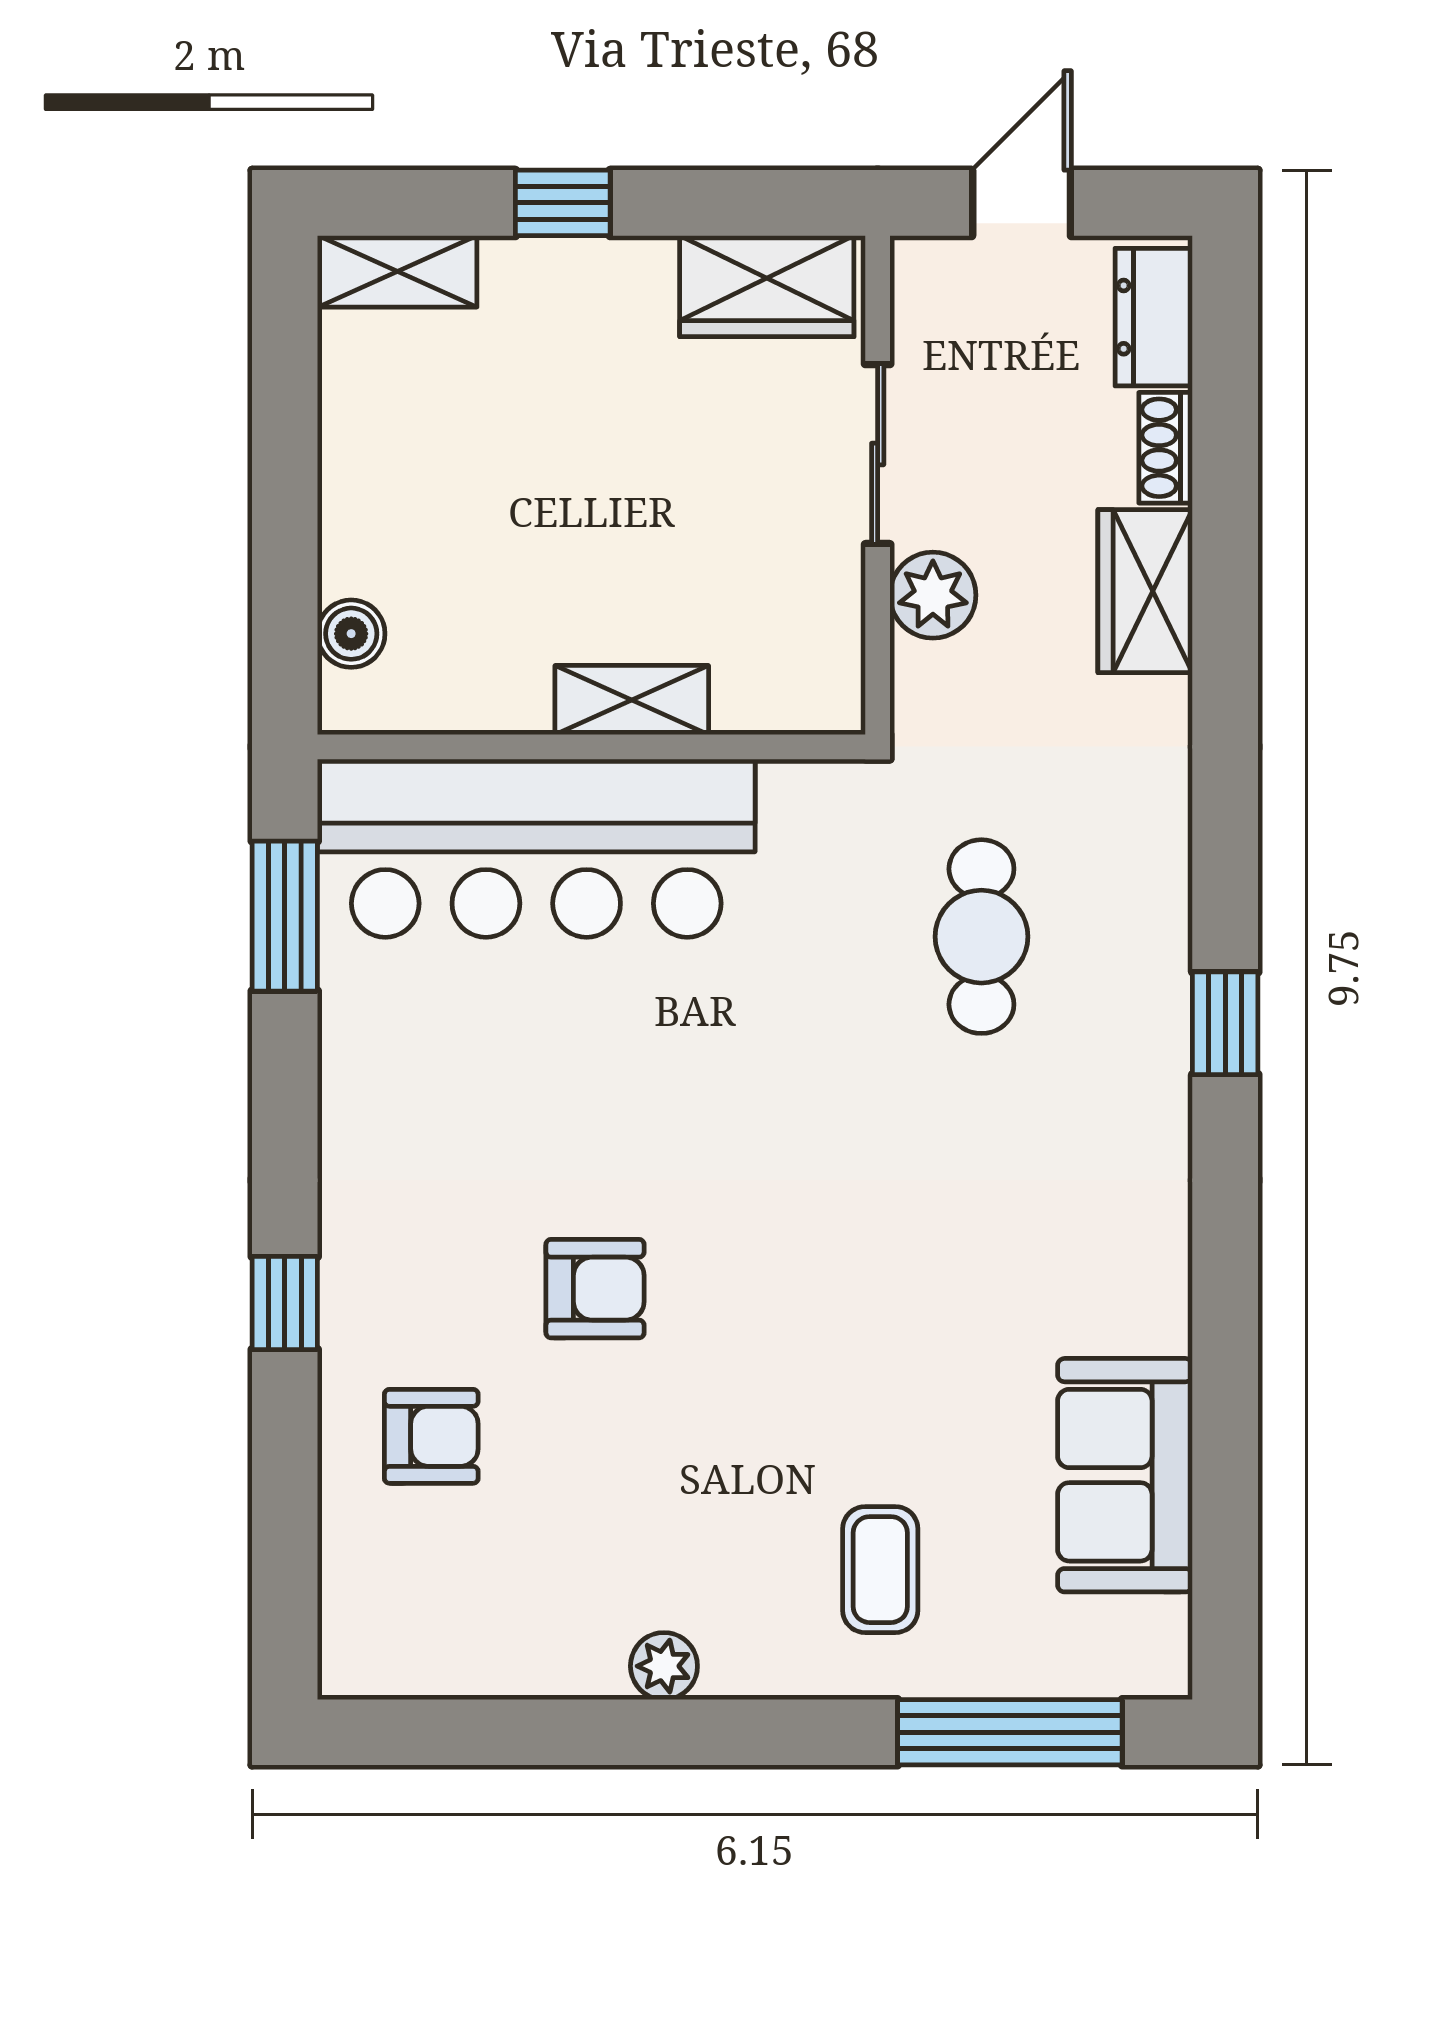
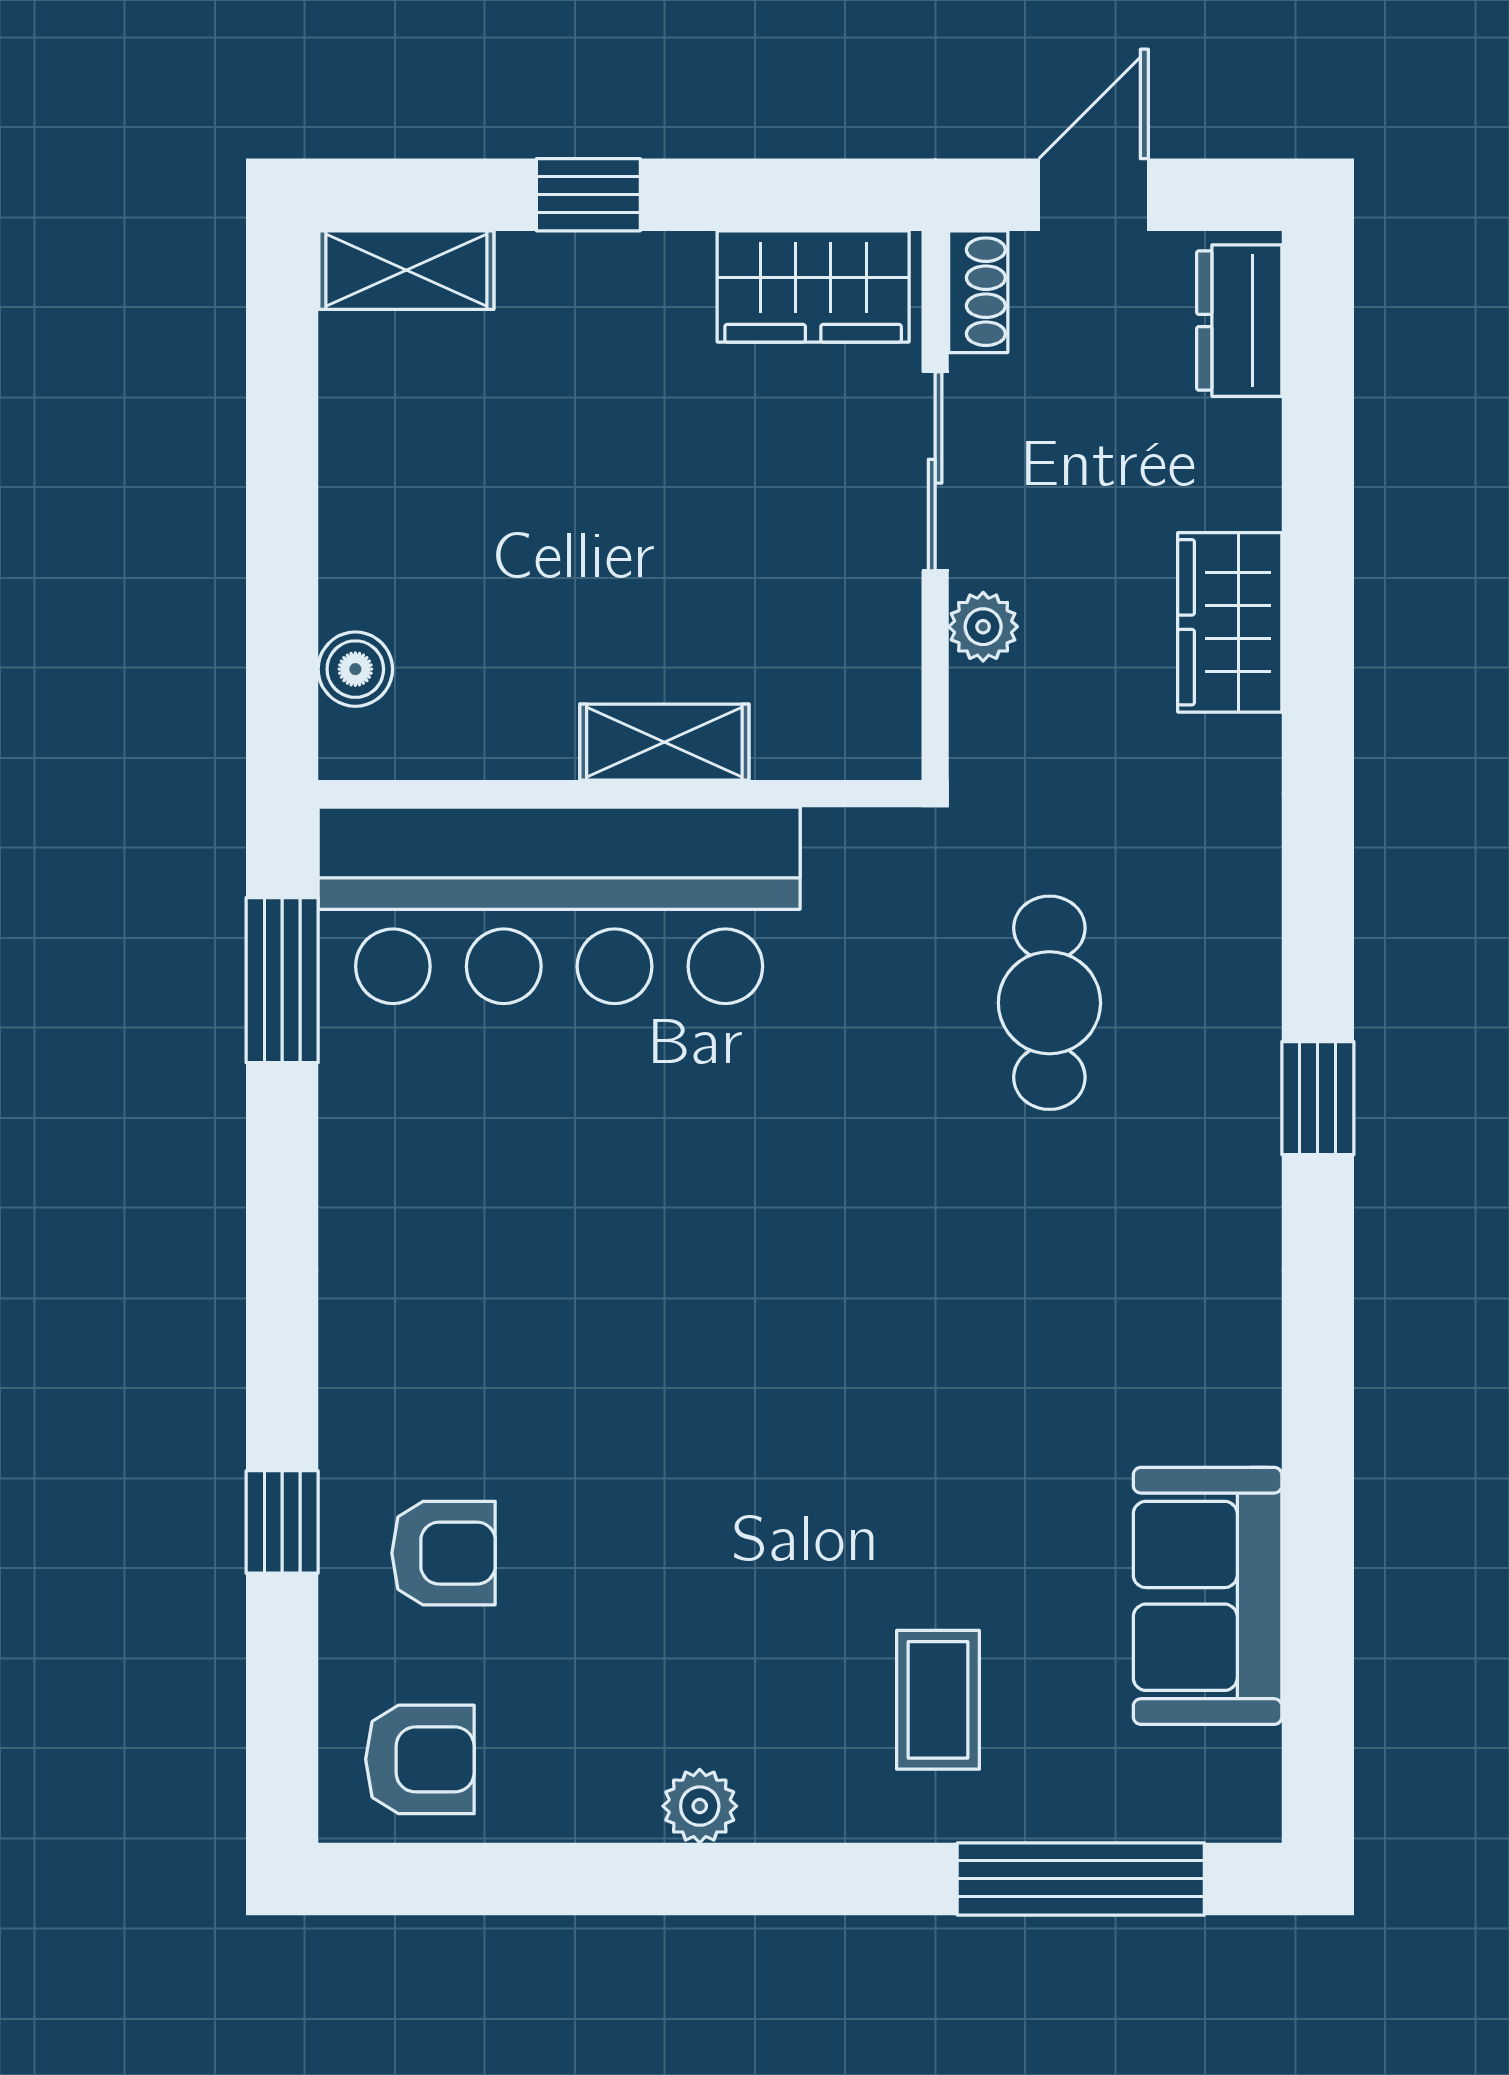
shoe rack: (1166, 448) -> (978, 292), moved, turned 180
plant: (933, 595) -> (983, 627), width x0.73, depth x0.73
armchair: (595, 1289) -> (420, 1759), moved
window: (285, 1303) -> (282, 1522), moved

